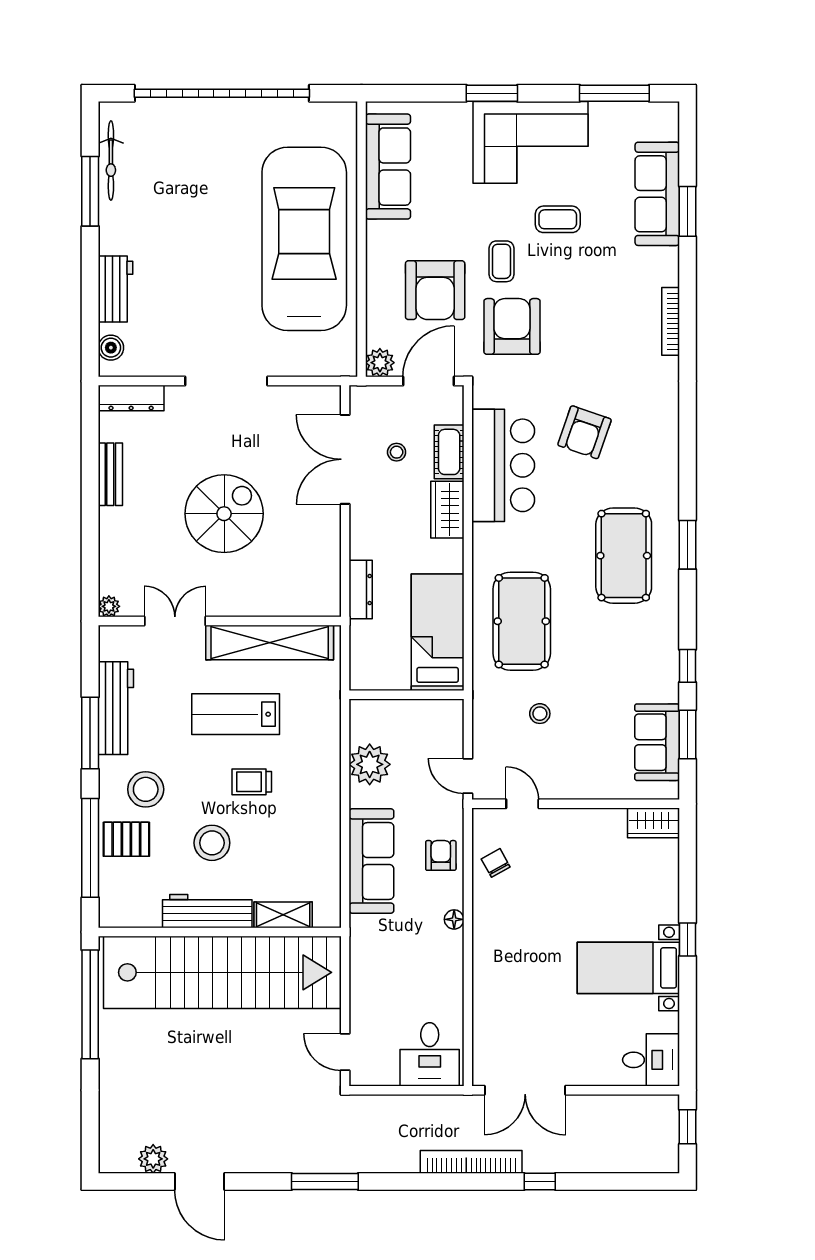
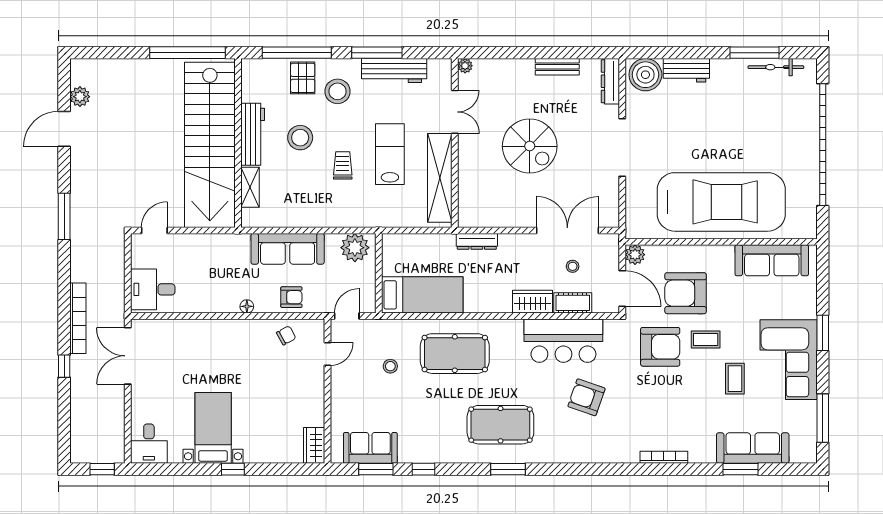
boiler: (111, 348) -> (645, 75), width x1.86, depth x1.86
bed: (438, 632) -> (422, 295), moved
wall: (407, 695) -> (379, 273), moved

